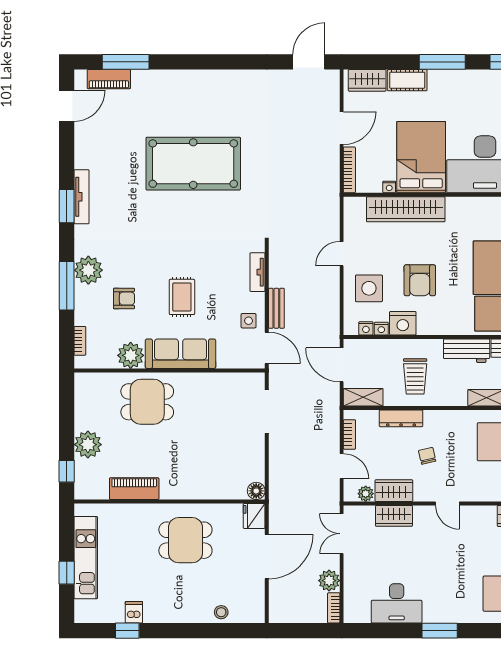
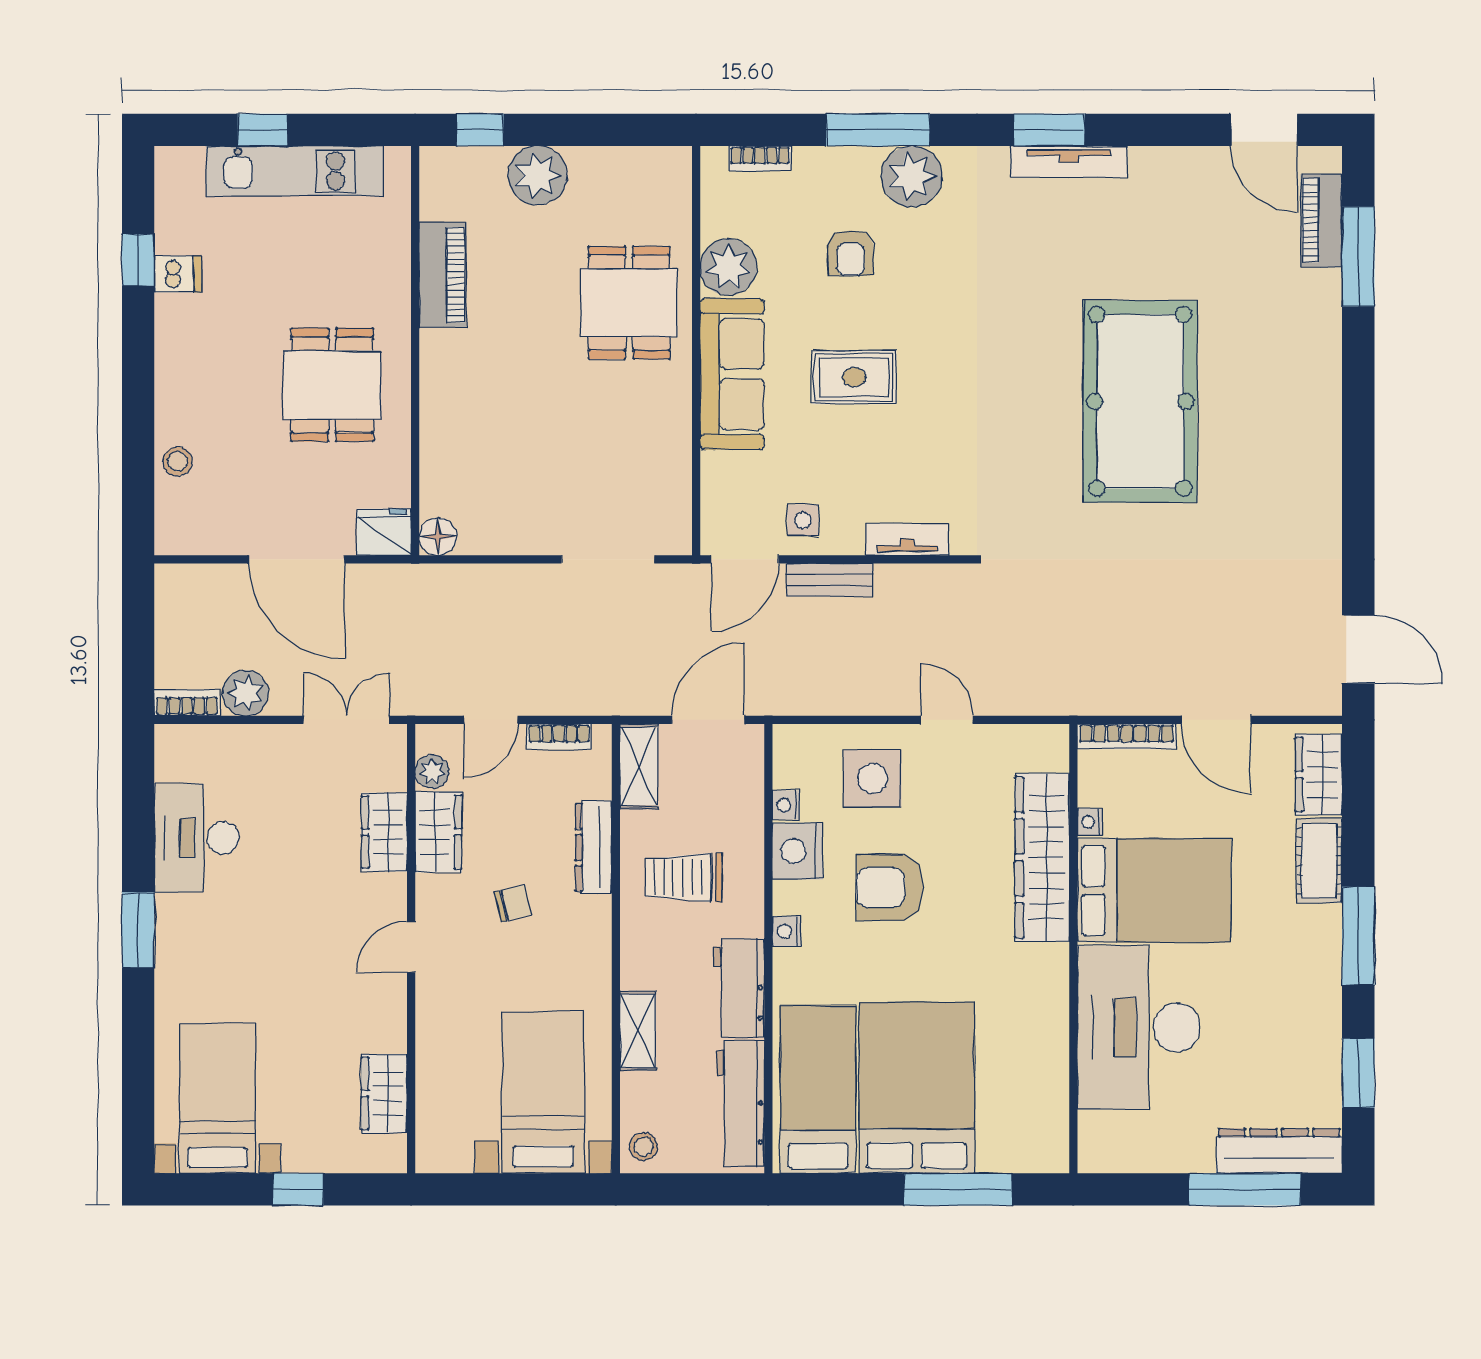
nightstand: (366, 328) -> (787, 931), moved

